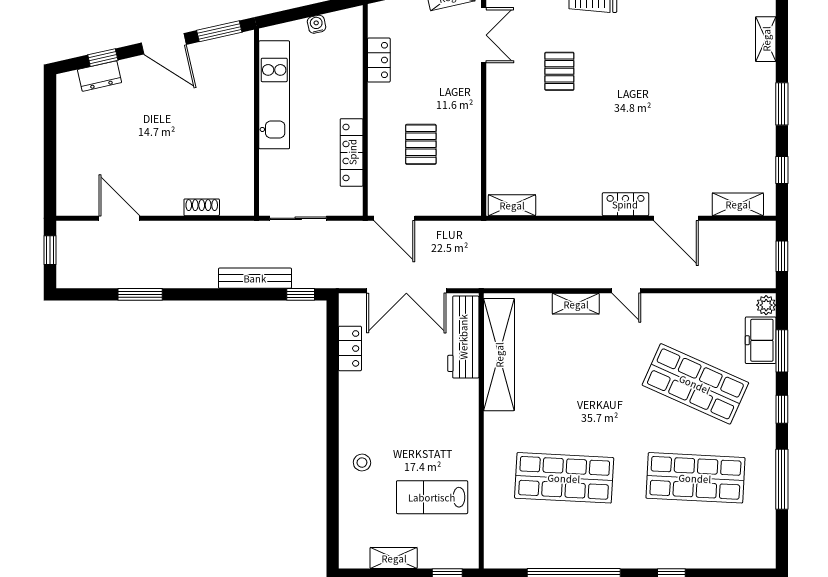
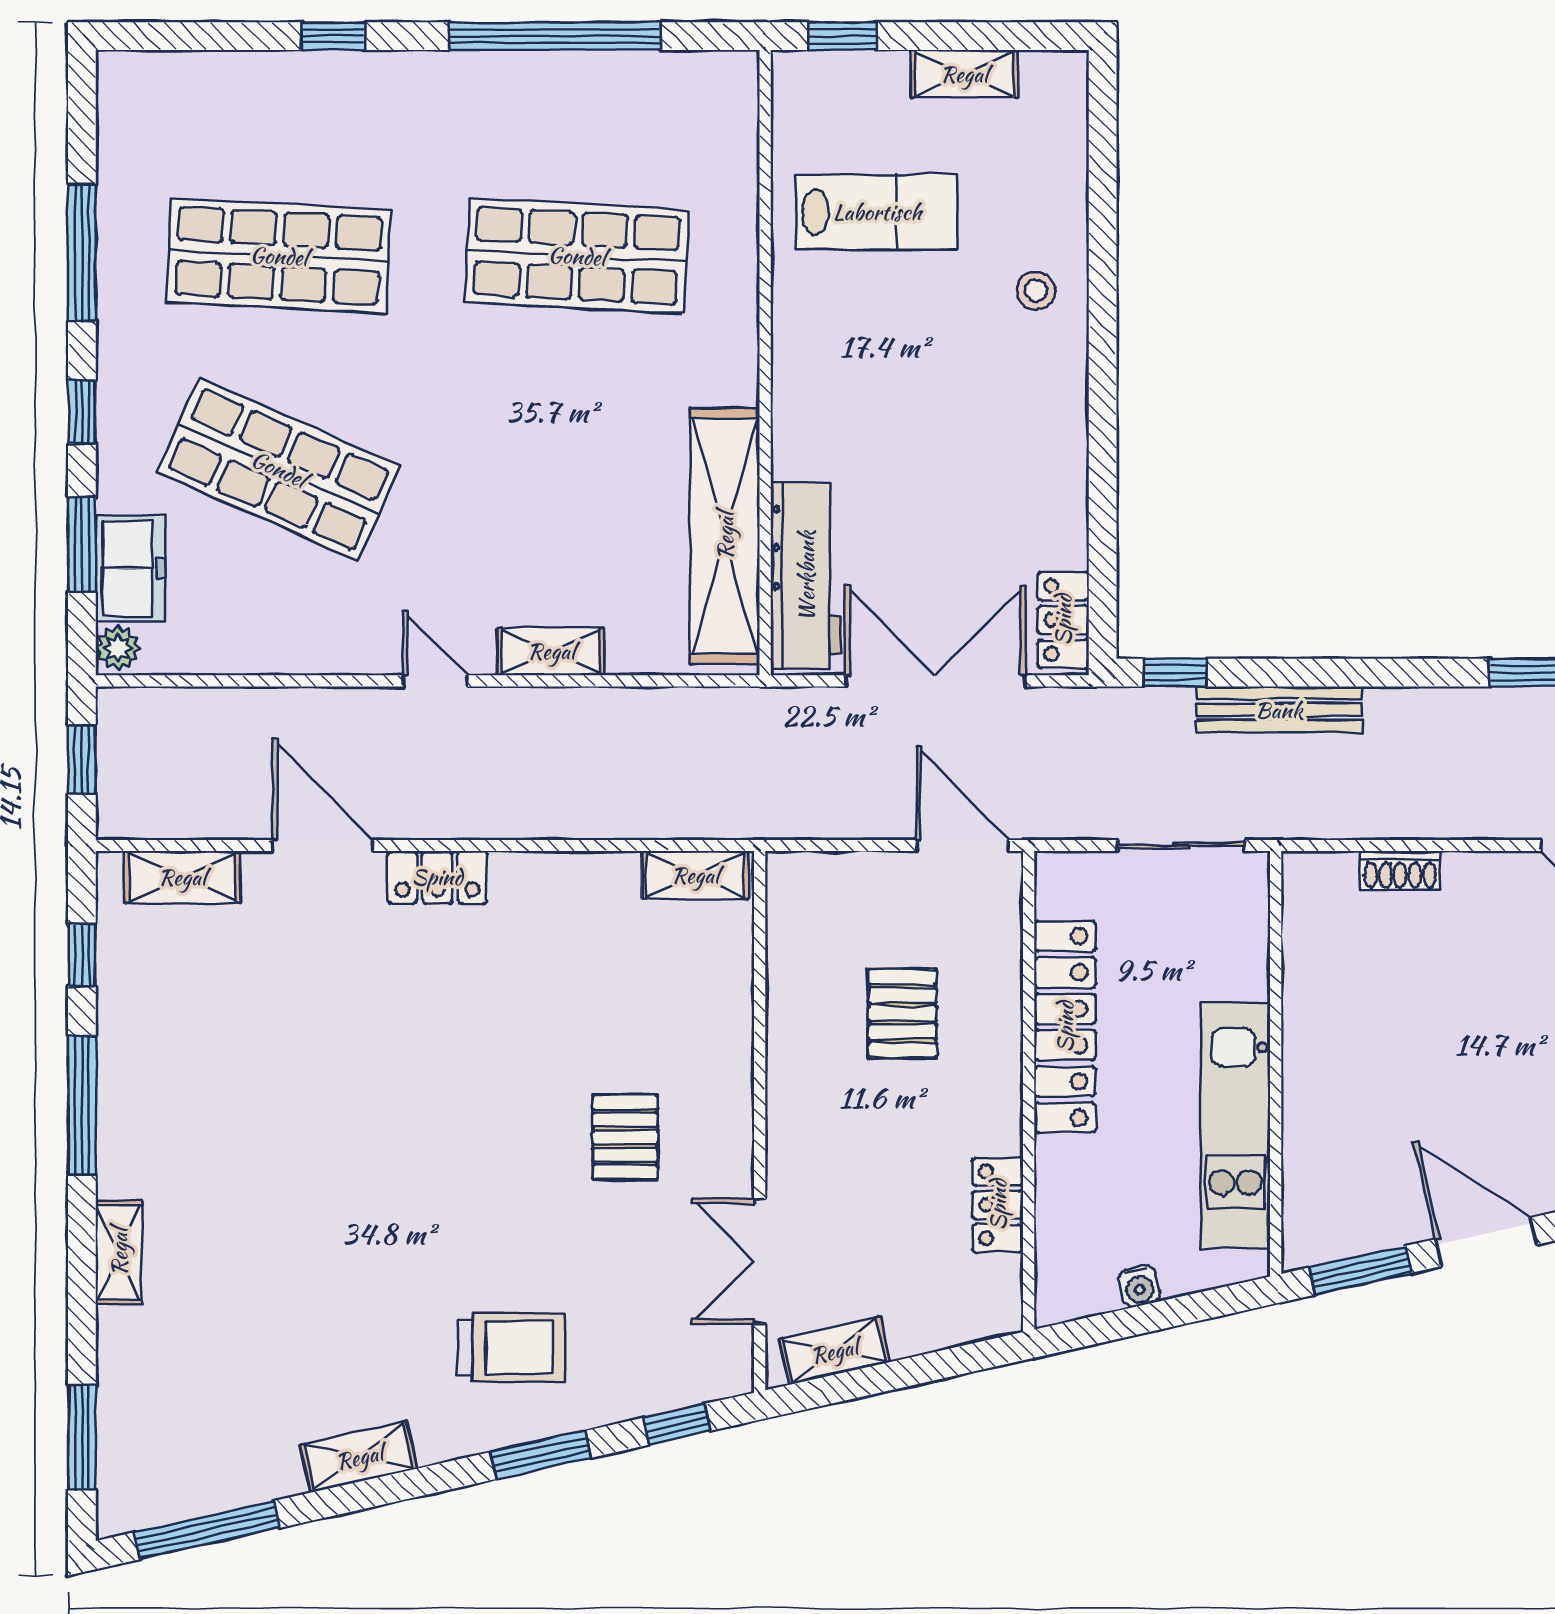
pallet: (559, 71) -> (625, 1137), moved
window: (782, 104) -> (82, 1105), width x1.44
locker: (352, 152) -> (1065, 1027), width x1.41, depth x1.21
locker: (350, 348) -> (1063, 620), moved

